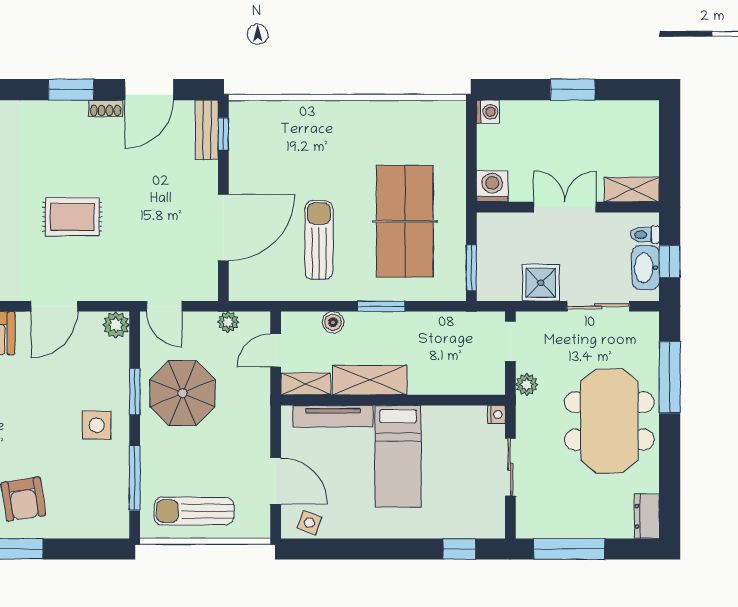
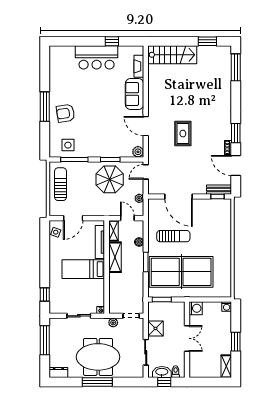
shelving: (632, 190) -> (226, 366), moved
table tennis table: (405, 221) -> (181, 272), width x1.36, depth x1.32
window: (670, 377) -> (97, 382), moved
side table: (97, 425) -> (68, 145), moved

